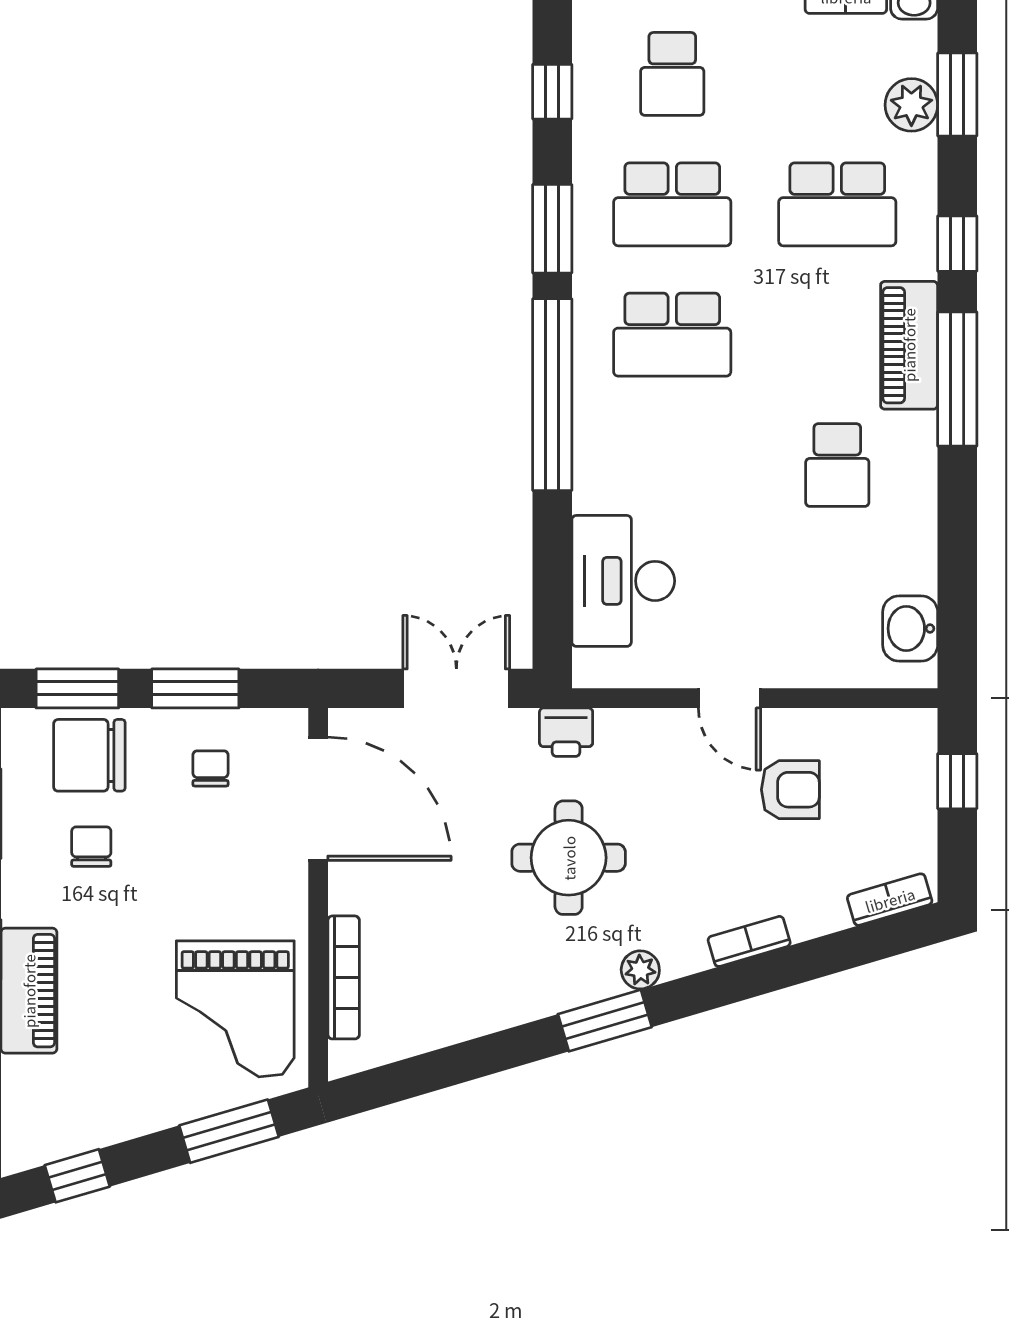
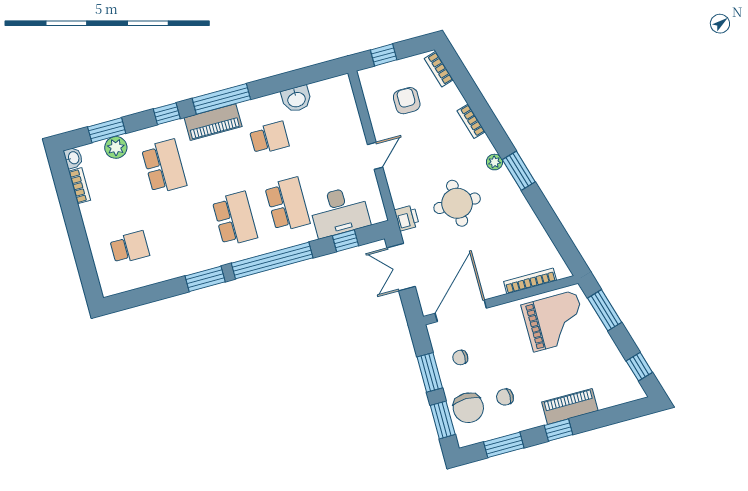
window: (552, 92) -> (346, 241), moved
school desk: (672, 204) -> (287, 204), moved
washbasin: (910, 628) -> (296, 99), moved
armchair: (790, 790) -> (407, 101), moved

